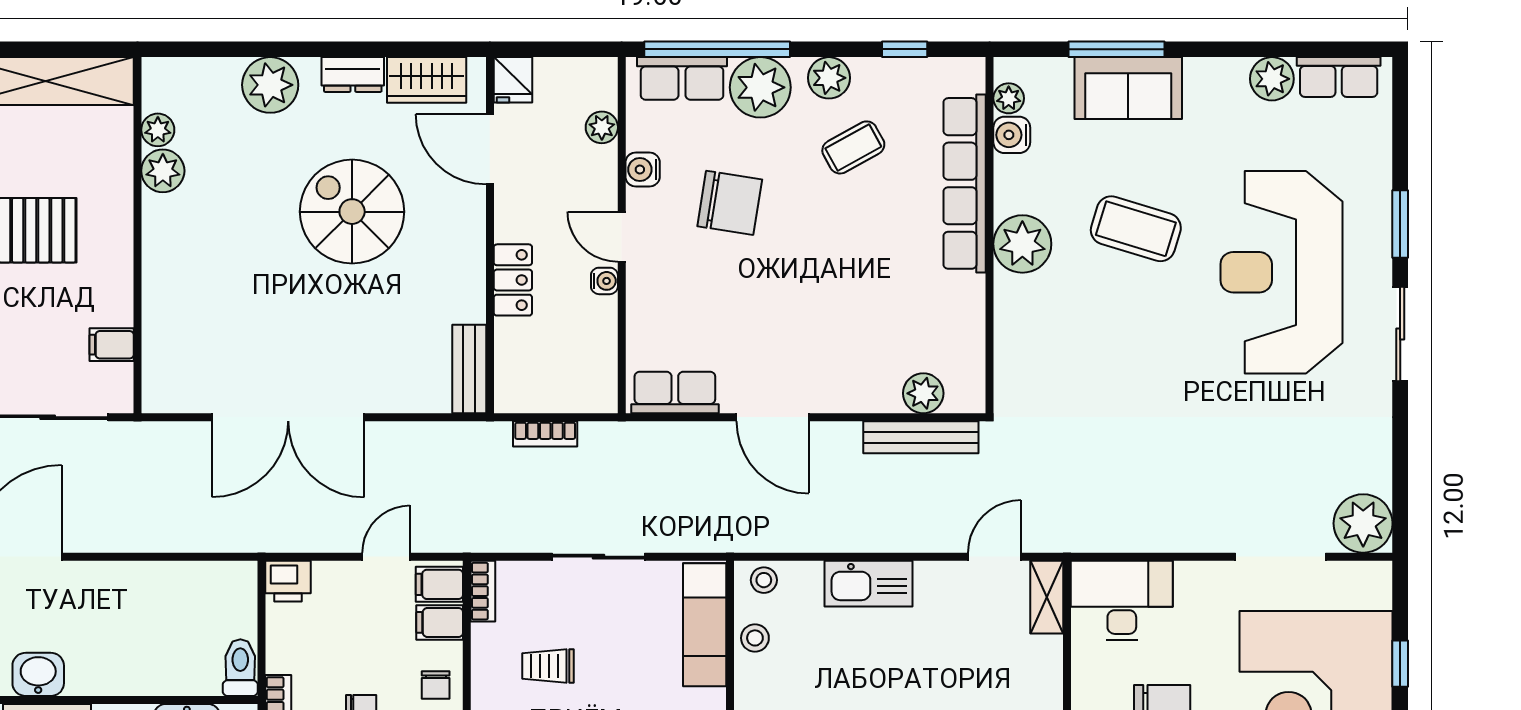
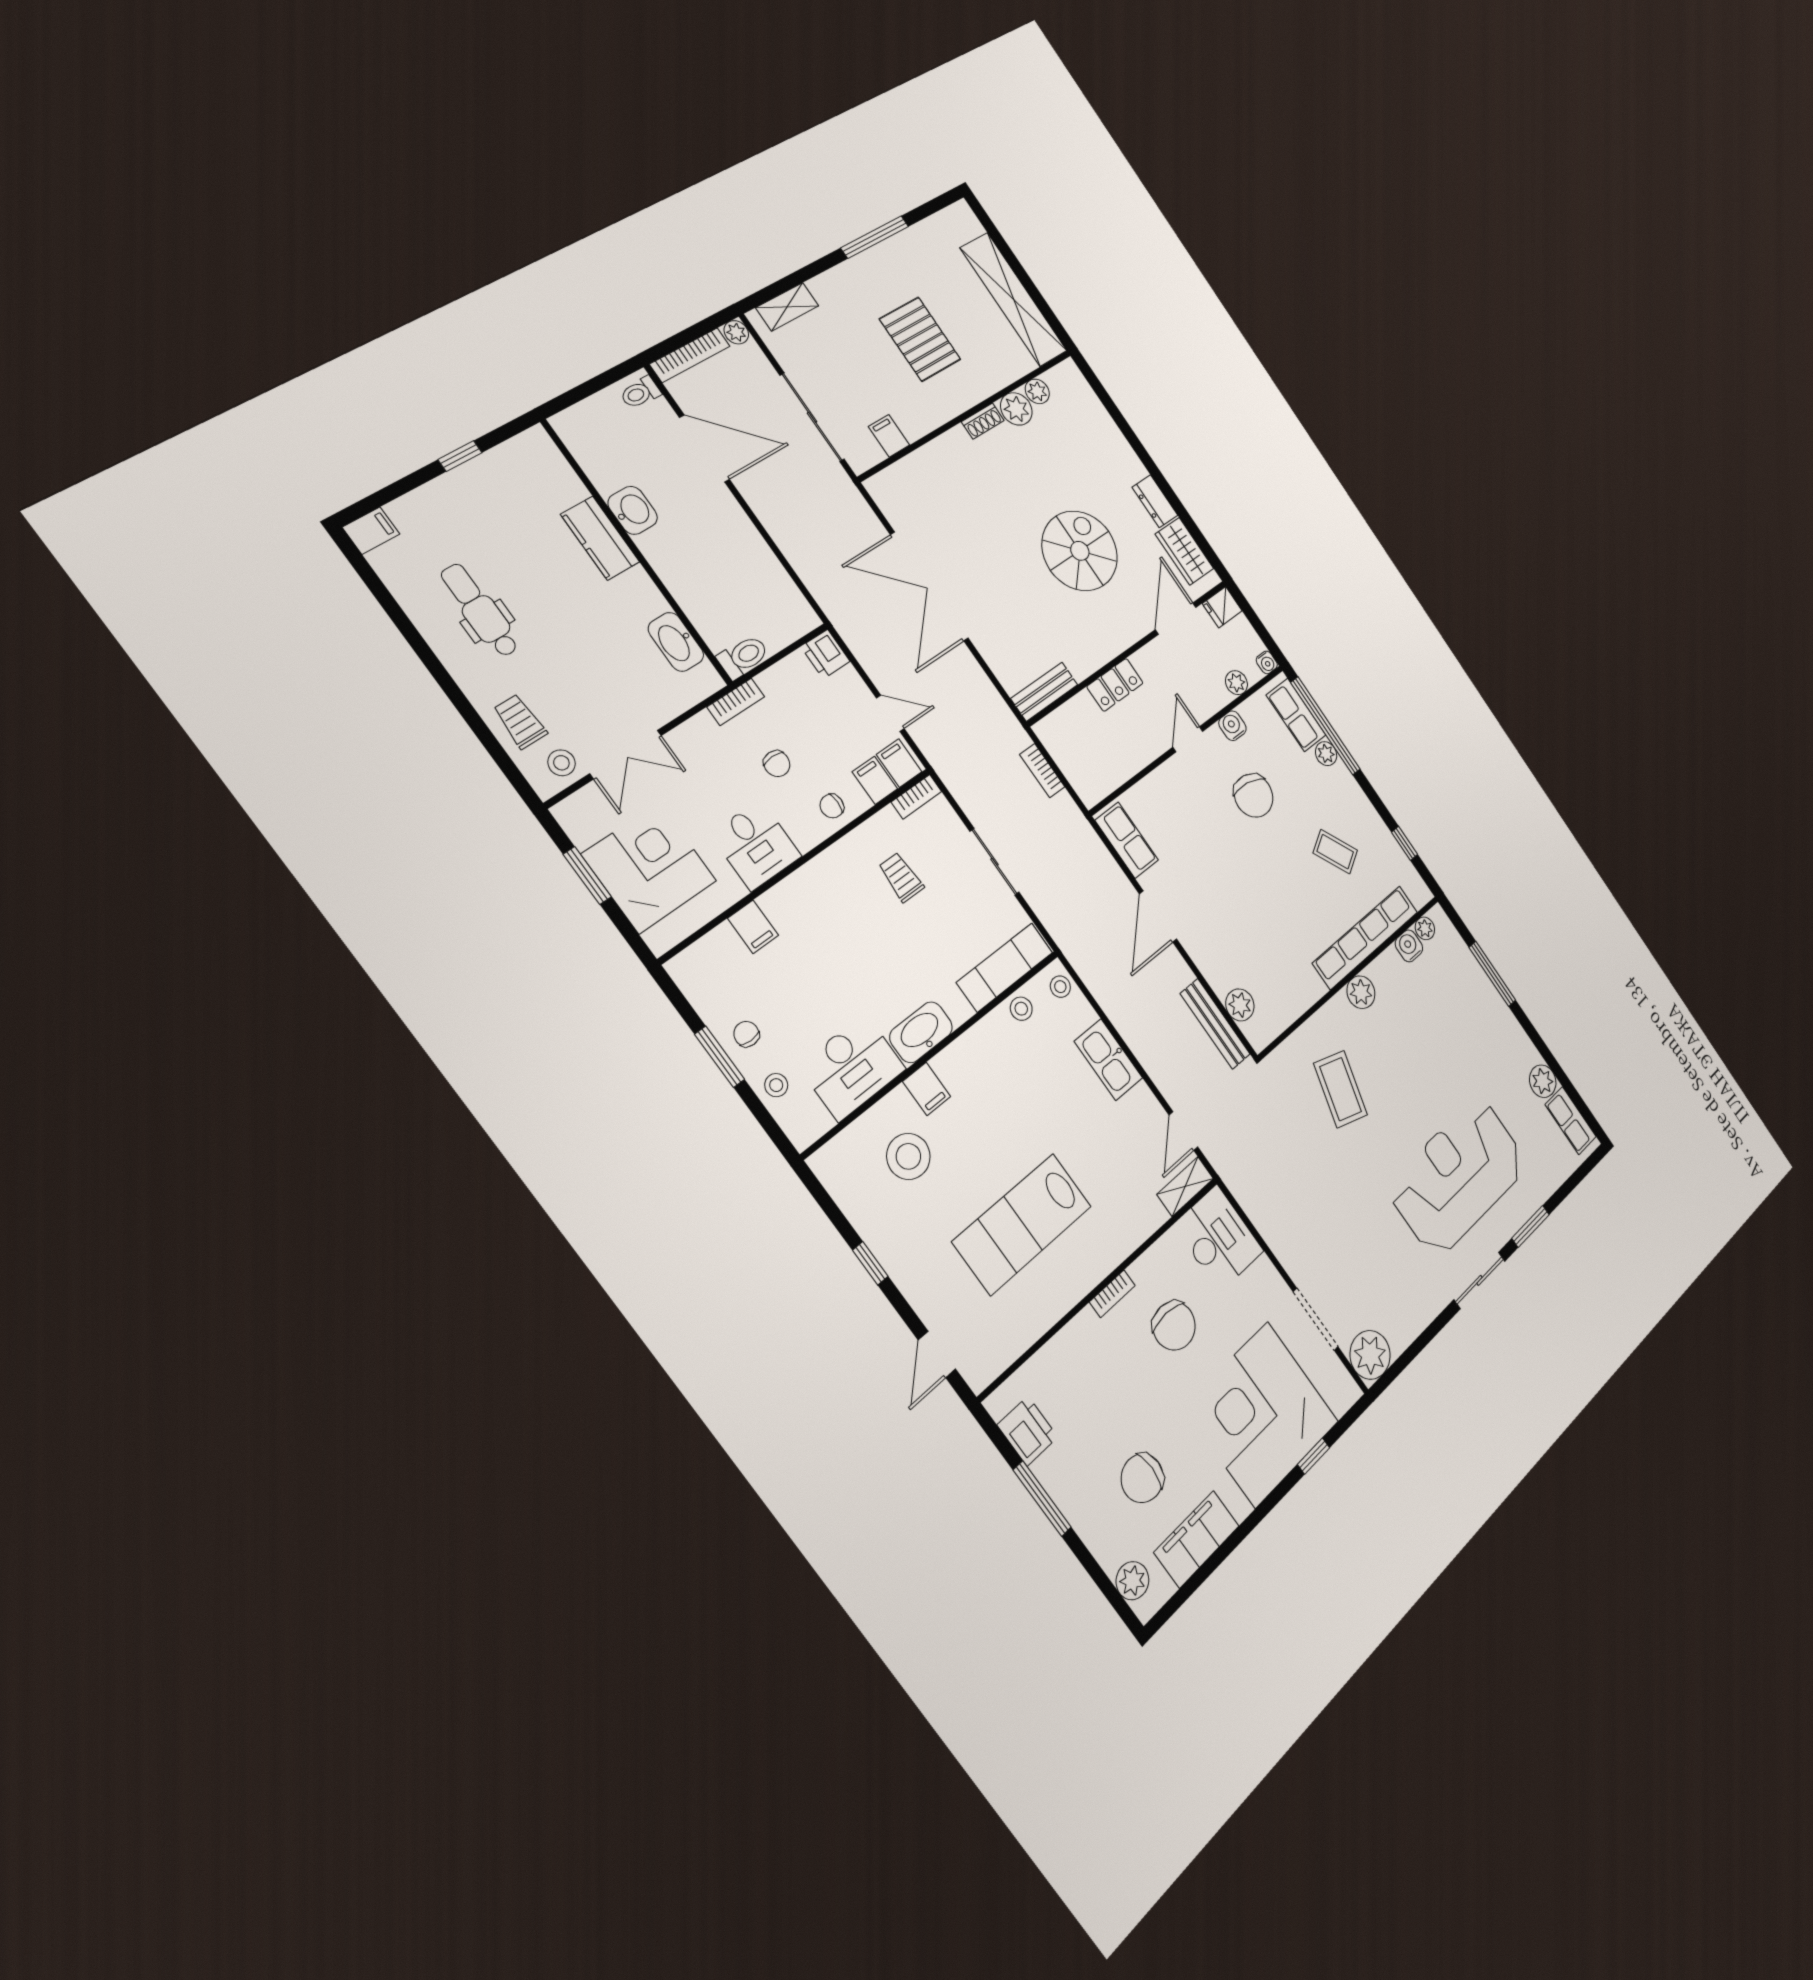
plant: (829, 78) -> (1359, 808), removed
plant: (270, 85) -> (1113, 451), removed
plant: (760, 87) -> (1326, 754), width x0.53, depth x0.53
sofa: (1128, 88) -> (1479, 998), removed
shoe rack: (154, 222) -> (983, 421), added
coffee table: (1136, 229) -> (1341, 1089), moved
plant: (1022, 244) -> (1361, 992), width x0.73, depth x0.73
water cooler: (604, 281) -> (1267, 662), moved
door: (995, 557) -> (1183, 1131), swing flipped

